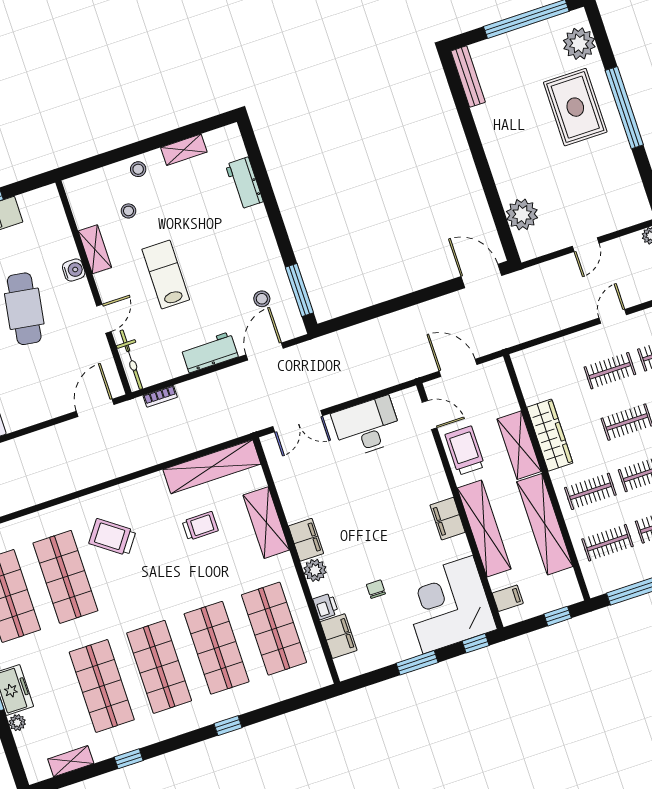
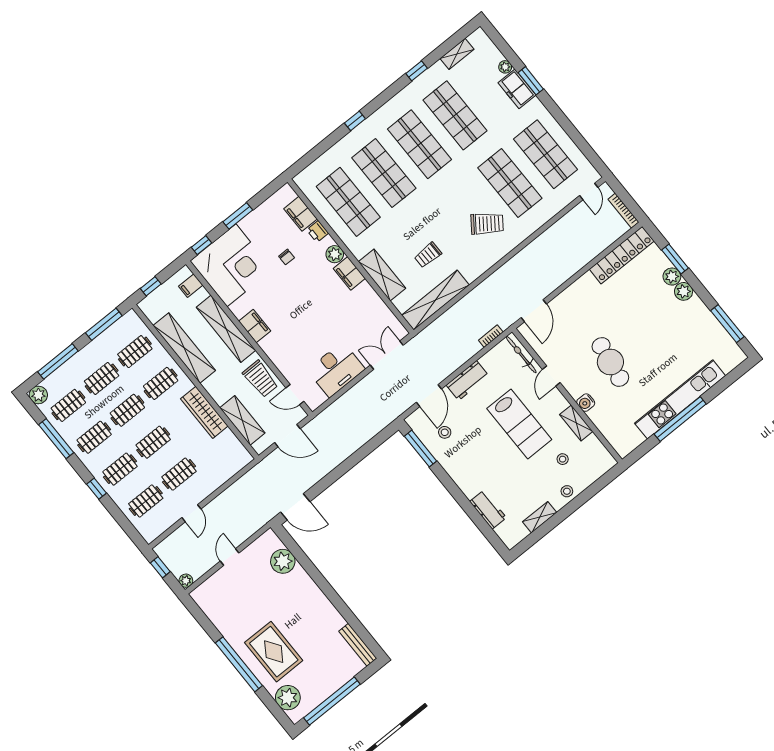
lab bench: (166, 274) -> (519, 424), width x1.36, depth x1.39
shelving: (519, 445) -> (242, 420), moved

